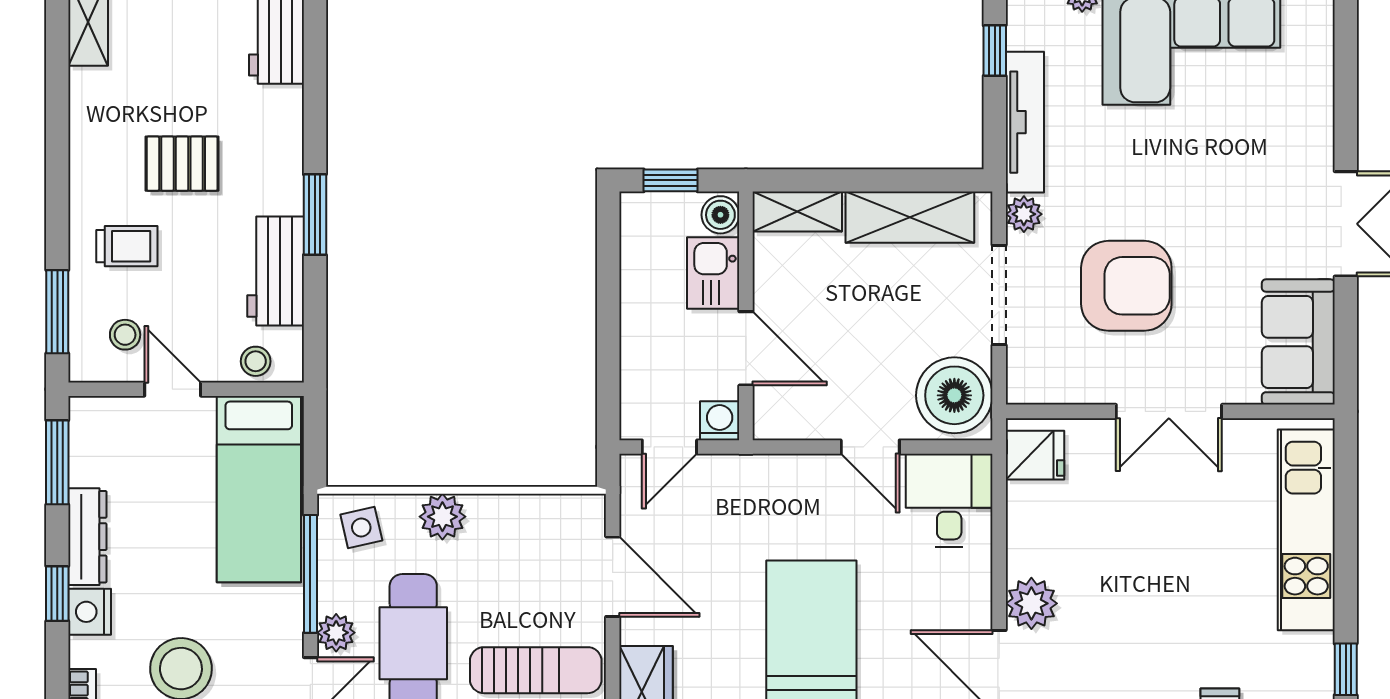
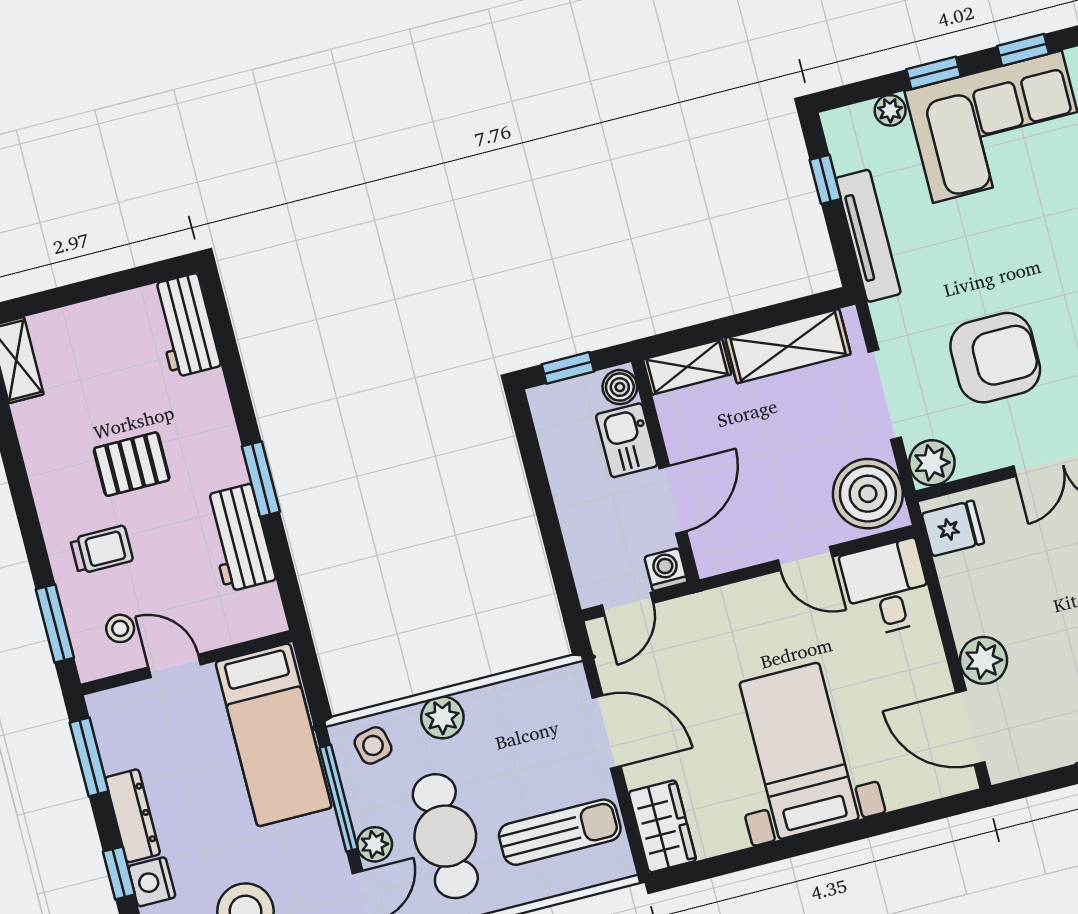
plant: (1024, 214) -> (932, 463), moved, width x1.38, depth x1.38
door: (746, 348) -> (673, 500), hinge flipped
stool: (256, 361) -> (242, 622), removed

